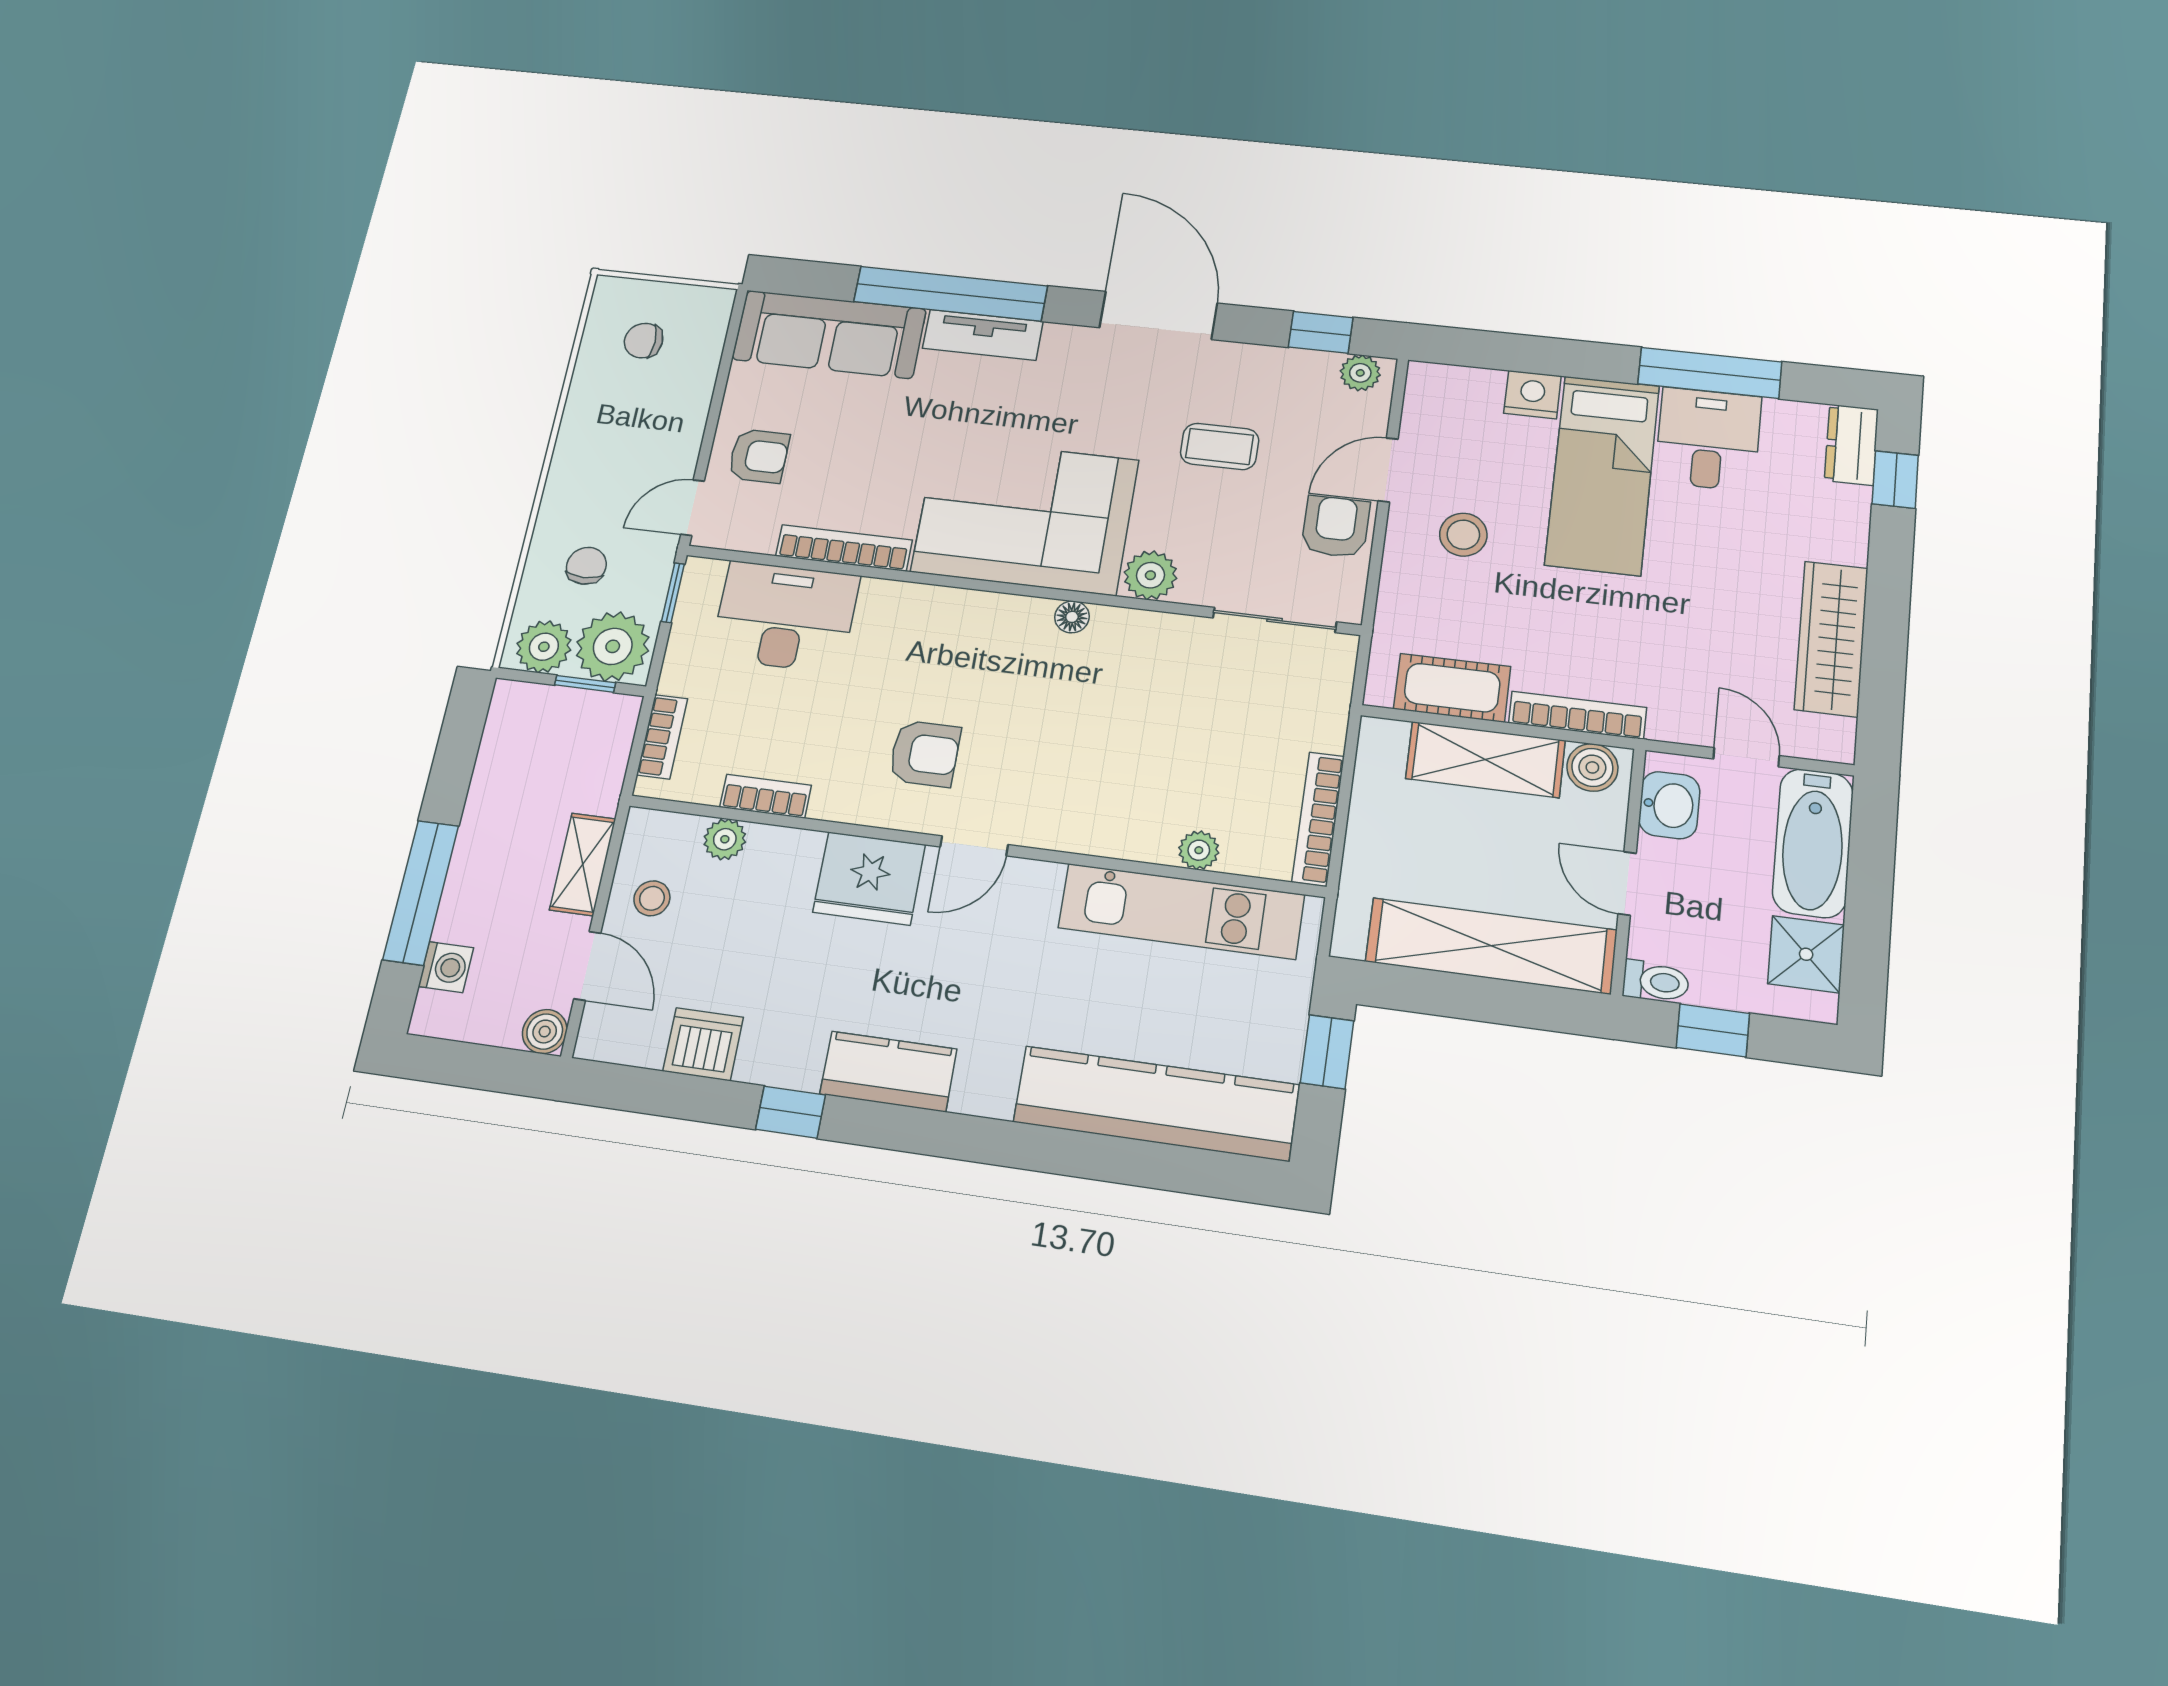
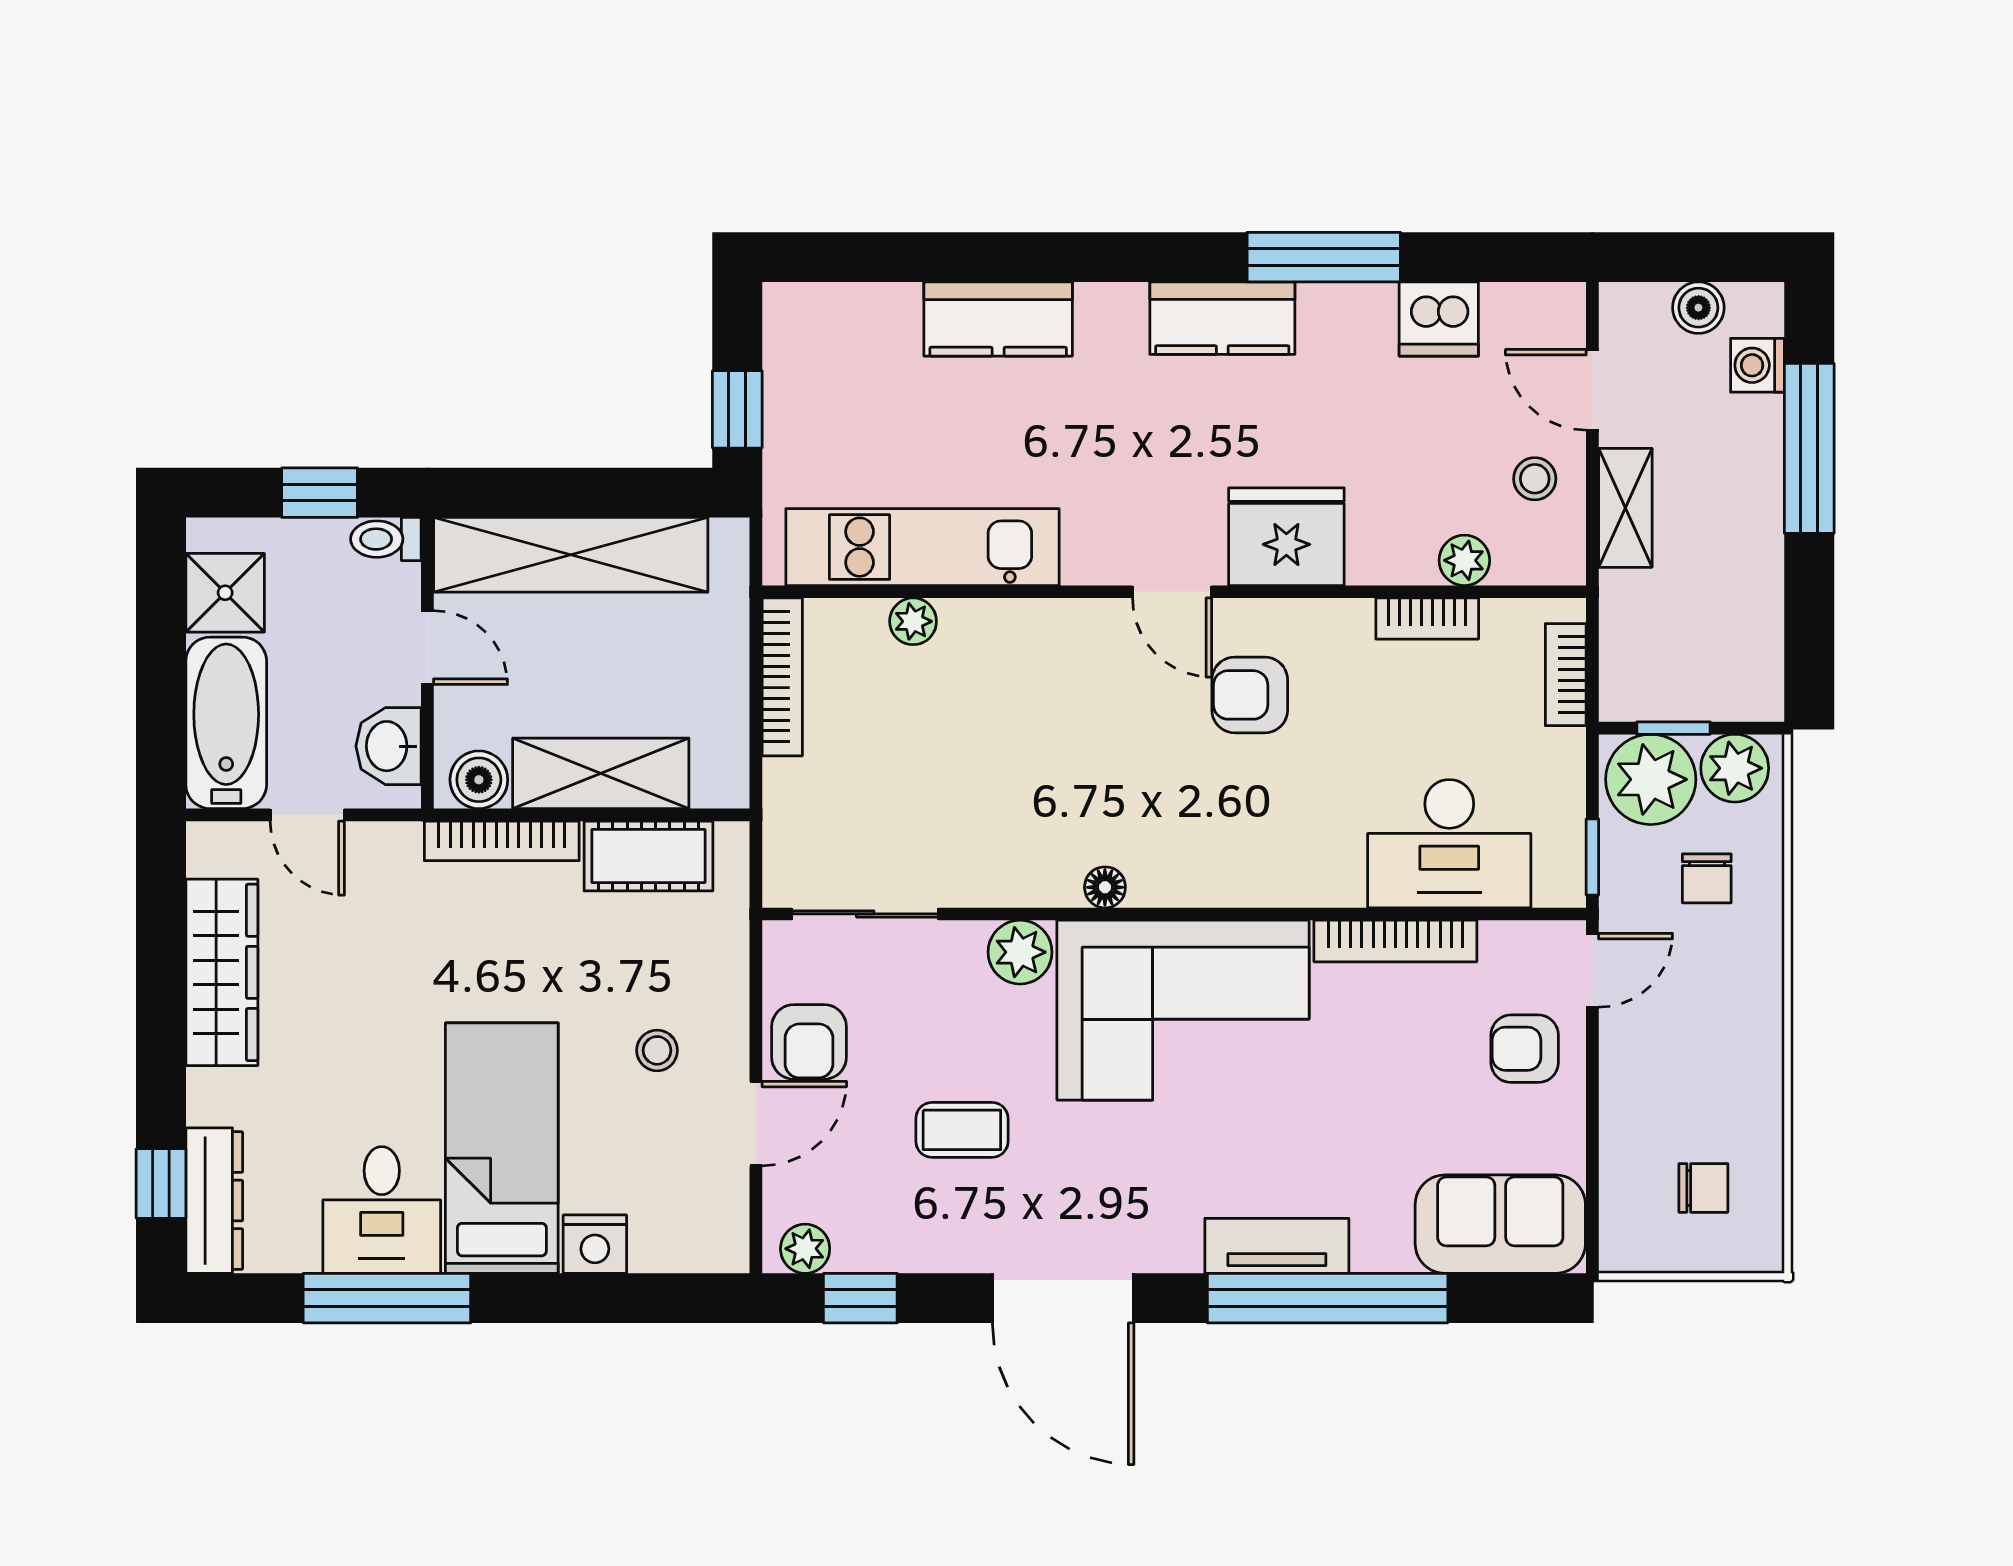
sofa: (829, 334) -> (1500, 1224), width x0.73
dresser: (1851, 445) -> (214, 1201), width x1.44
stool: (1463, 535) -> (657, 1050), width x0.73, depth x0.73
door: (974, 846) -> (1172, 592), swing flipped
boiler: (545, 1032) -> (1698, 308), moved
kitchen counter: (1156, 1103) -> (998, 319), width x0.48, depth x0.86
window: (790, 1112) -> (1324, 257), width x2.17

